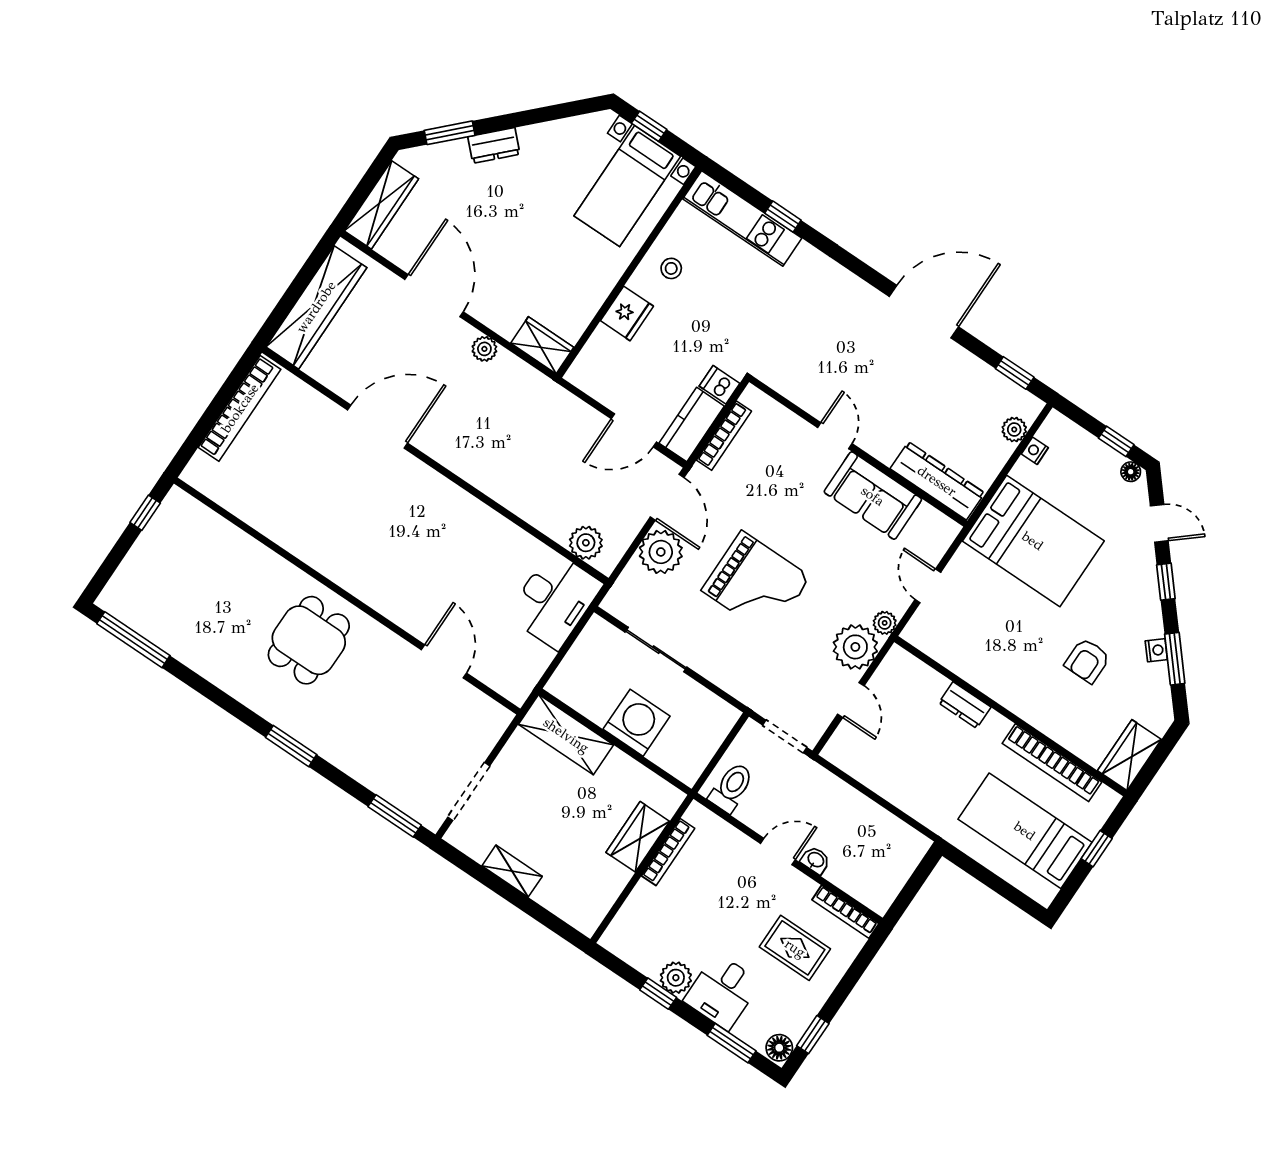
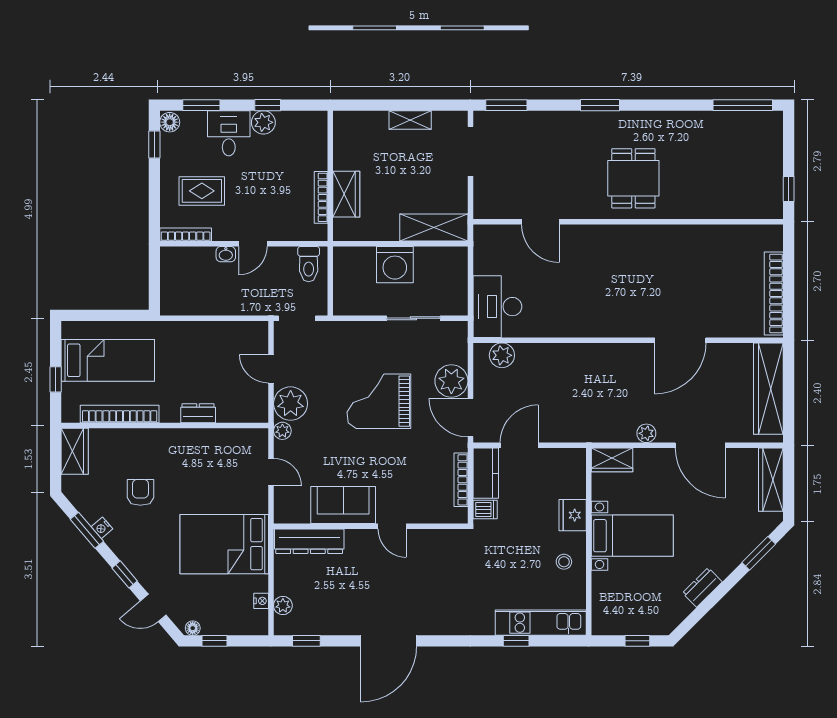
dresser: (494, 145) -> (702, 587), moved
bed with nightstands: (627, 186) -> (632, 536), moved, turned 90

